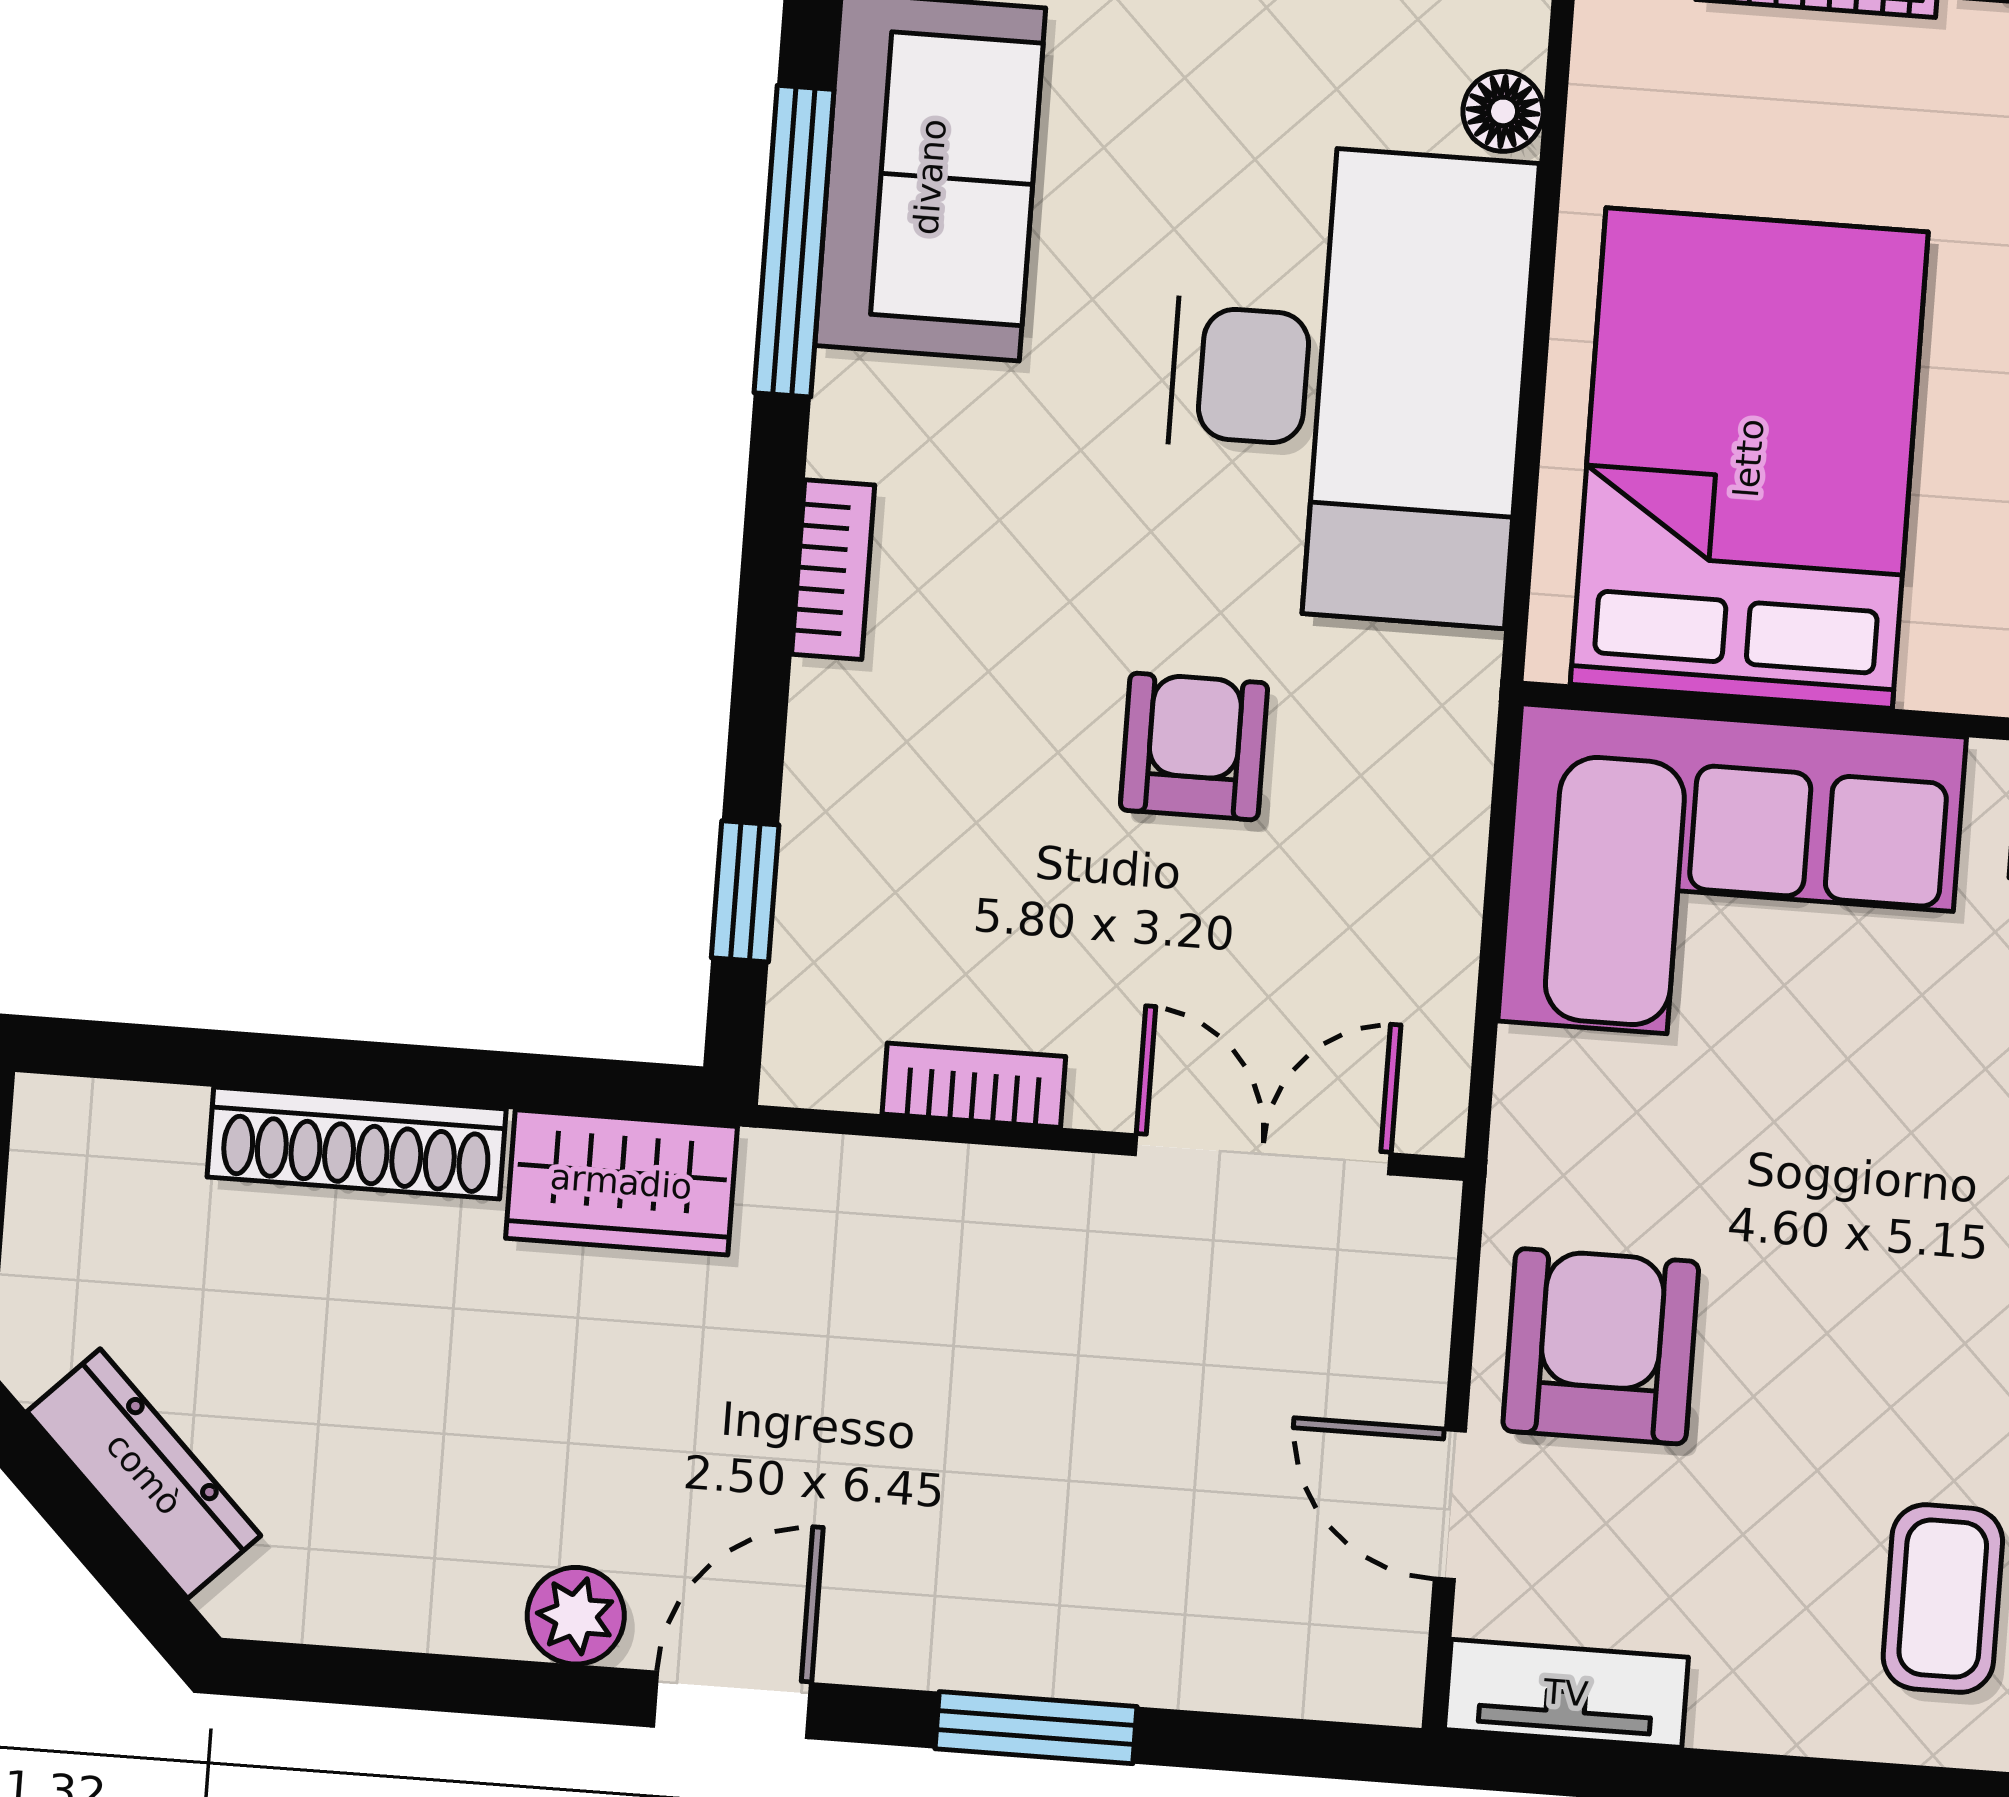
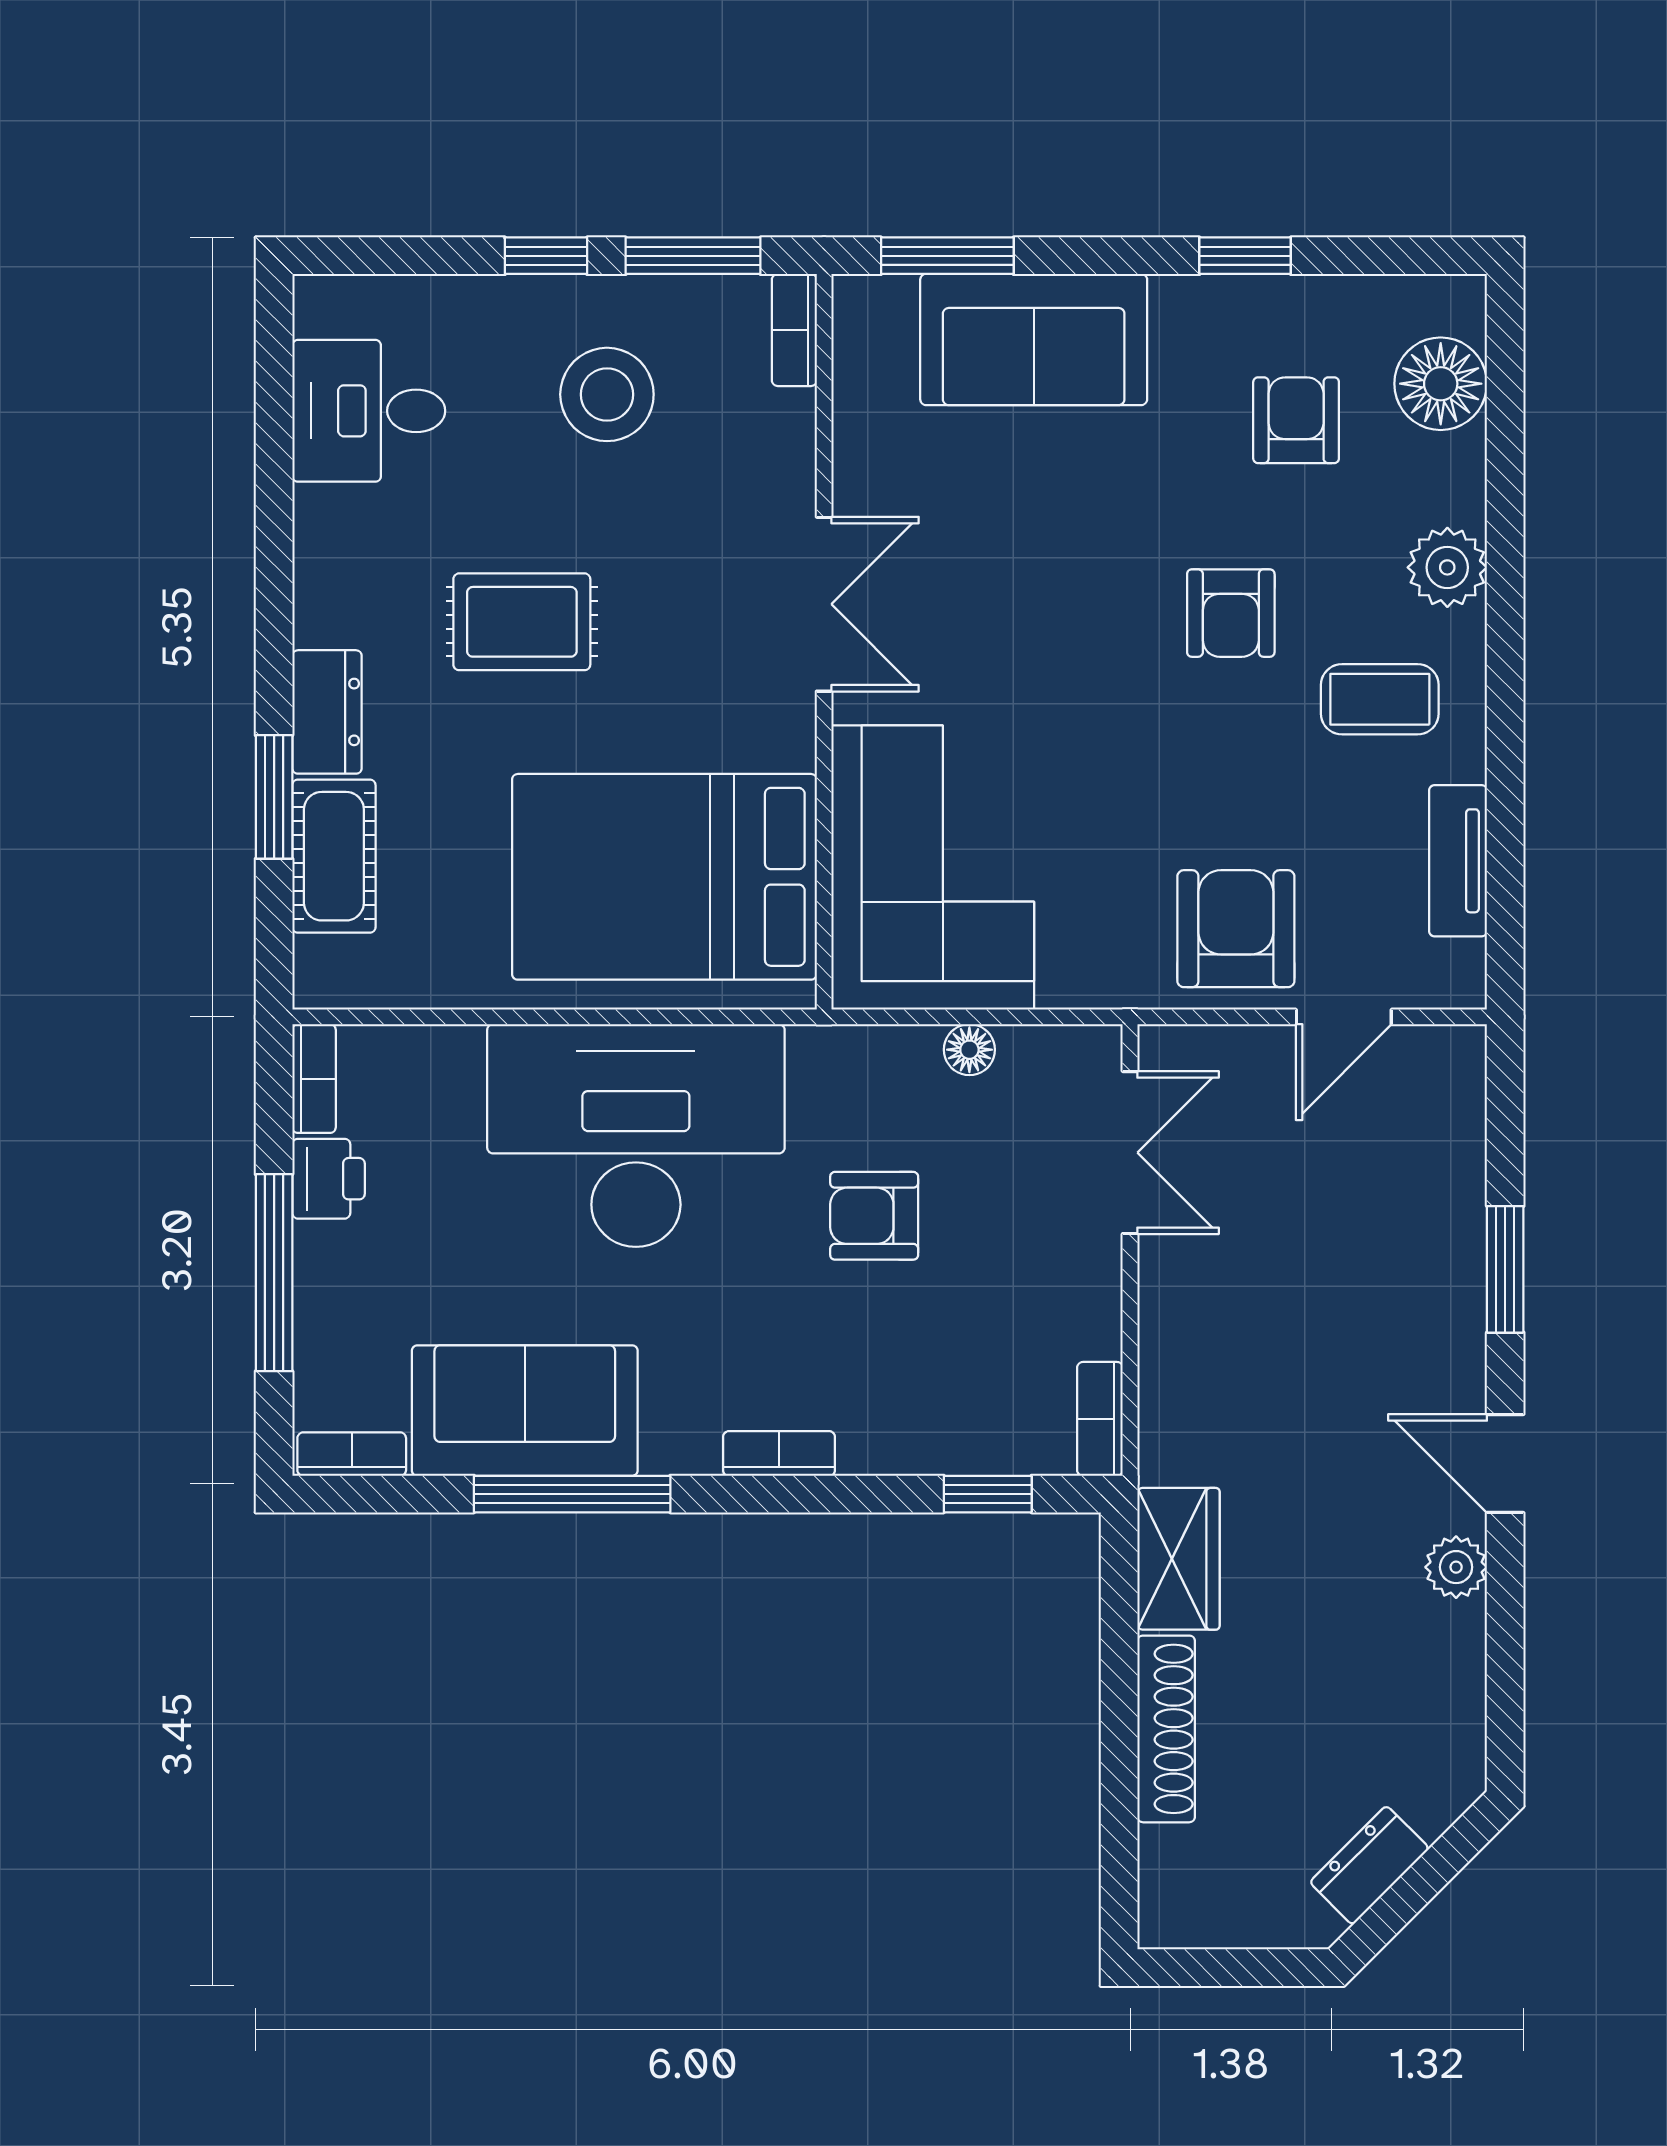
floor lamp: (1503, 111) -> (969, 1050), moved
bookcase: (974, 1085) -> (1100, 1419), moved
double door: (1263, 1154) -> (1130, 1153), swing flipped
armchair: (1601, 1346) -> (1236, 929), turned 90
dresser: (144, 1474) -> (1369, 1865), width x0.70
tv unit: (1566, 1693) -> (1458, 861), moved

